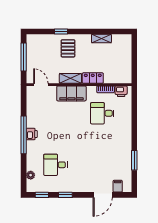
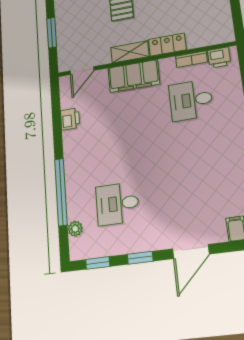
window: (24, 57) -> (52, 33), width x0.69
door: (41, 85) -> (82, 71), swing flipped
printer: (32, 134) -> (70, 119), moved
window: (24, 135) -> (61, 192), moved
door: (103, 195) -> (191, 252), moved

